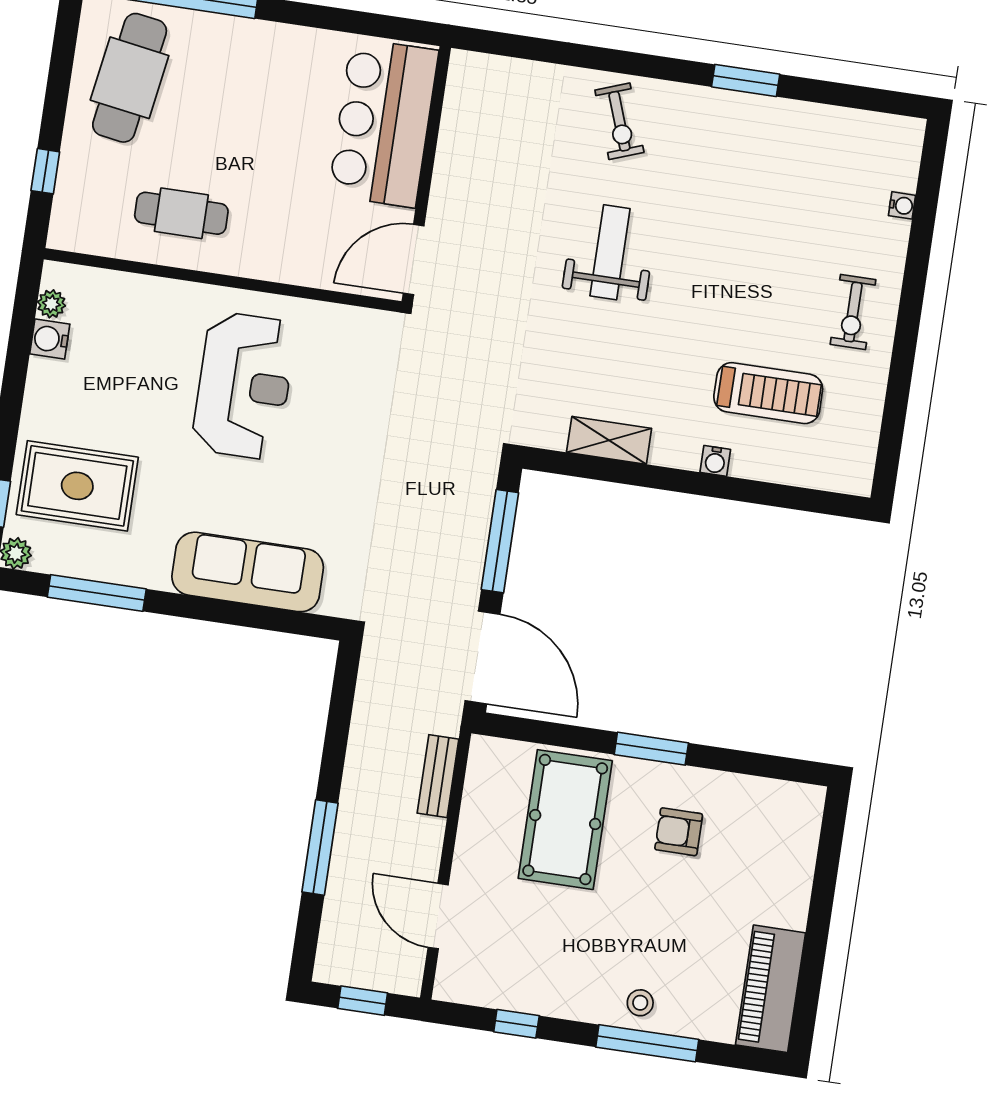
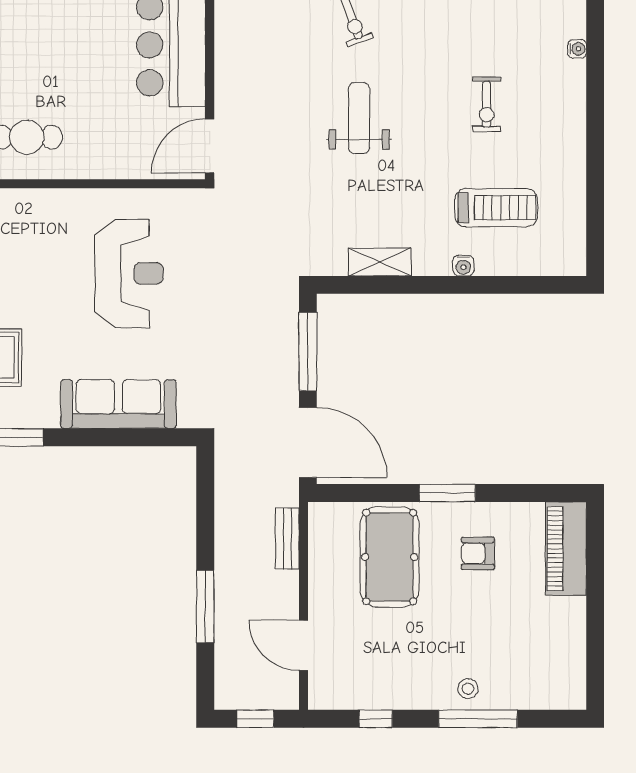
exercise bike: (853, 312) -> (487, 104), moved
reception desk: (244, 386) -> (129, 273), moved
piano: (771, 989) -> (566, 549), moved

